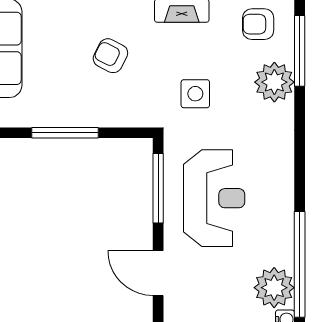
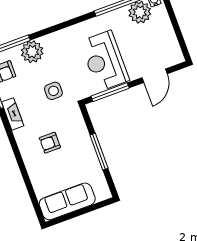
armchair: (110, 56) -> (50, 143), turned 63
reception desk: (214, 198) -> (105, 61), turned -90

